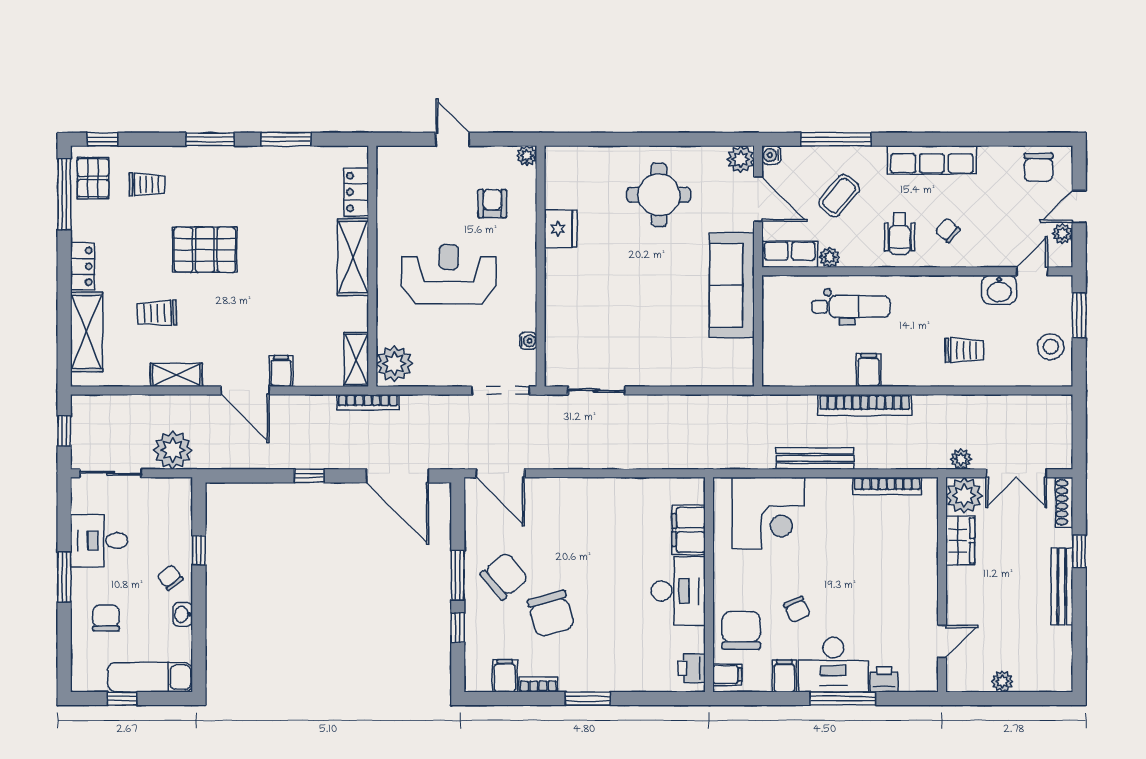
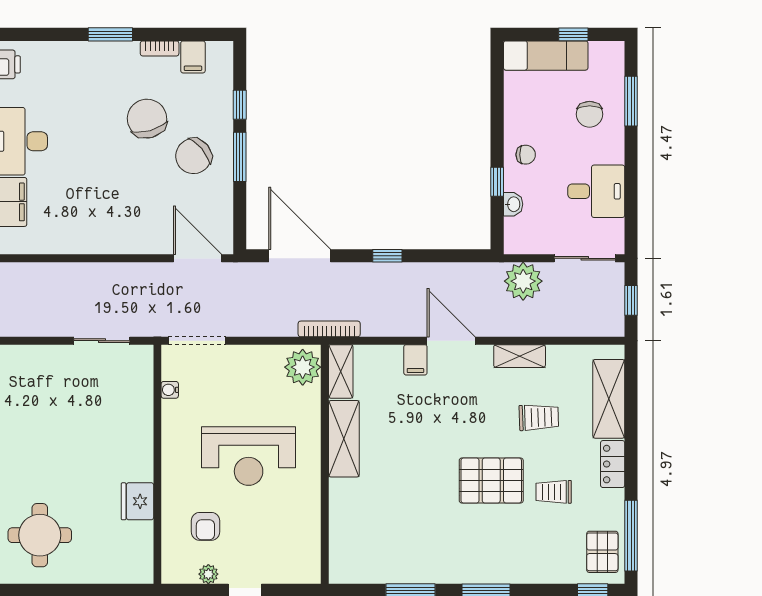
plant: (527, 156) -> (208, 574), moved
trolley: (147, 184) -> (554, 492), moved
locker: (356, 192) -> (341, 538), removed
shelving: (353, 257) -> (344, 439), moved
window: (64, 577) -> (631, 101), moved
chair: (170, 577) -> (526, 155), turned -53
washbasin: (183, 614) -> (513, 204), moved

